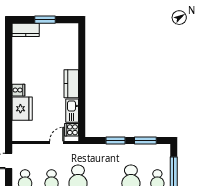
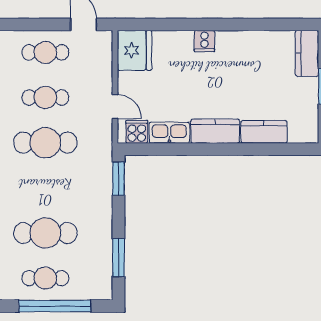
kitchen counter: (72, 55) -> (264, 132), added
fridge: (22, 109) -> (134, 50), moved, turned -90
window: (115, 140) -> (118, 179), moved

